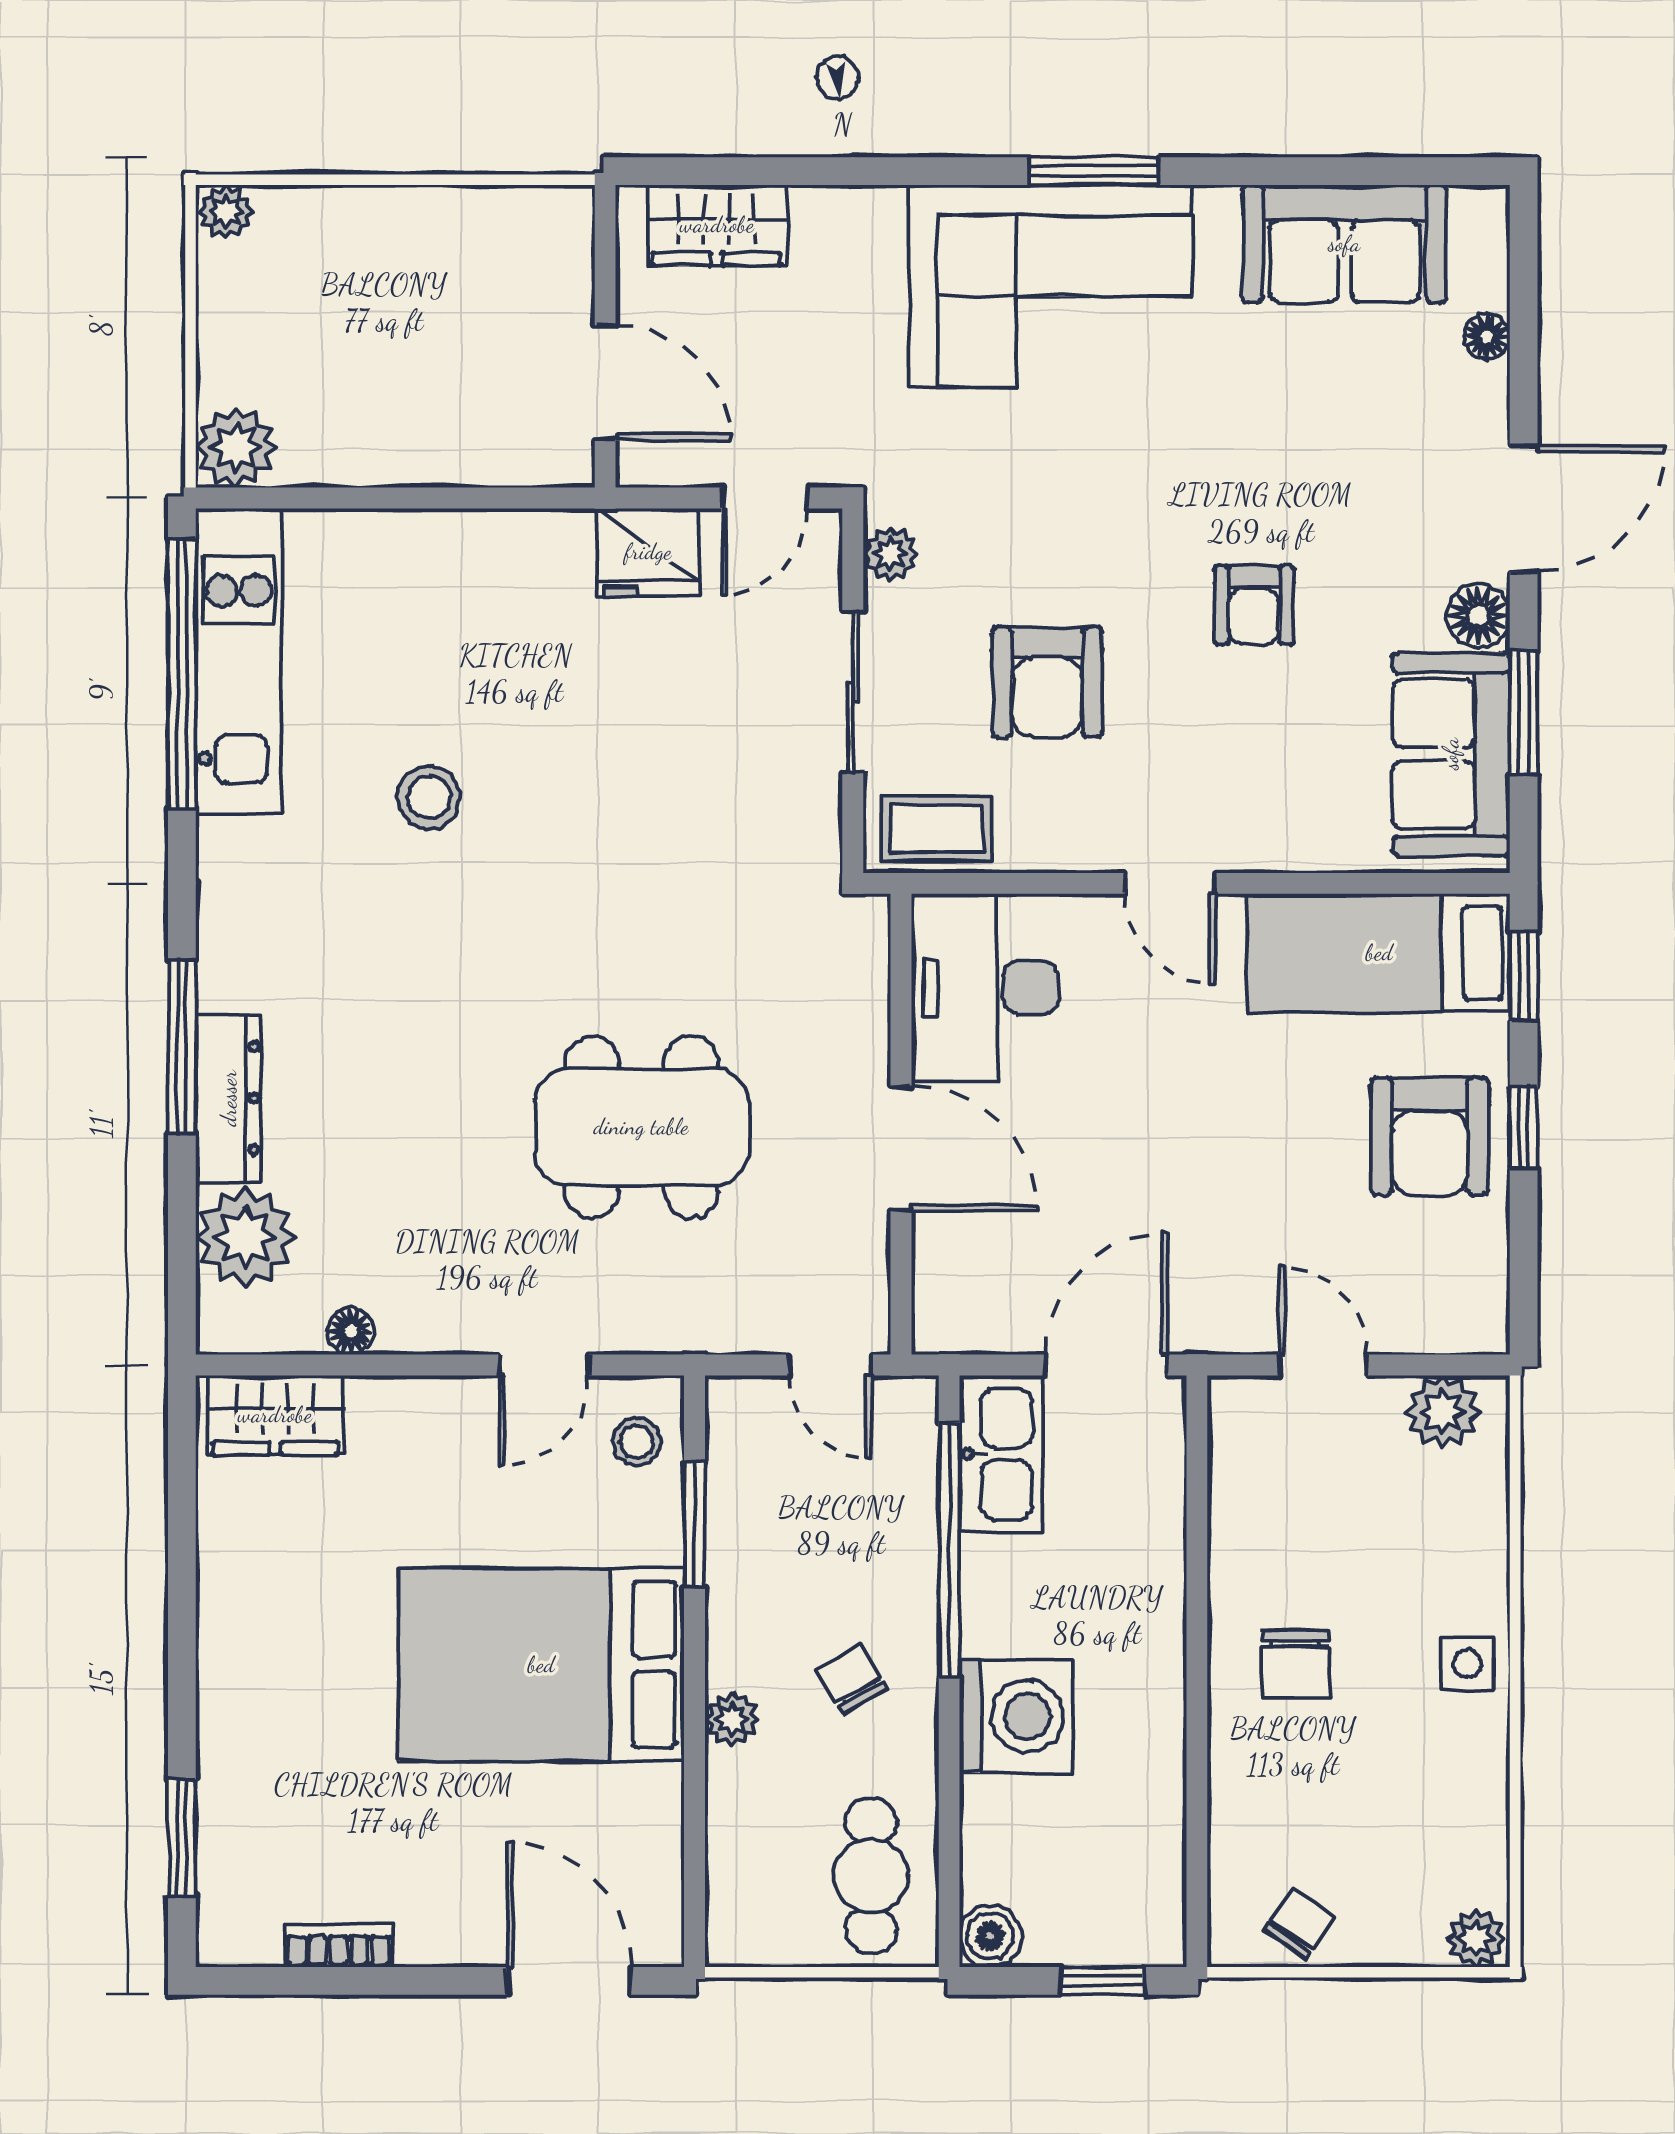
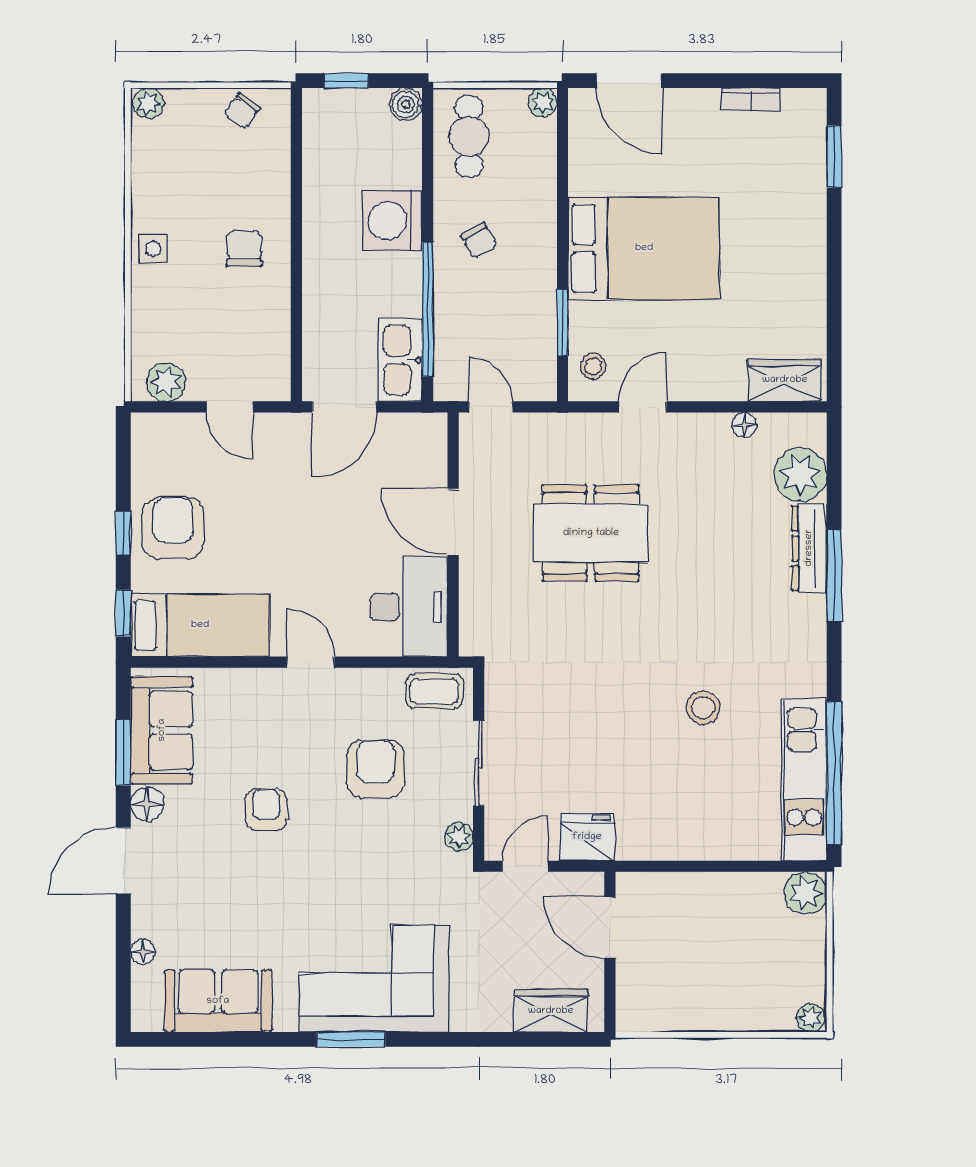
plant: (732, 1719) -> (543, 102), moved

